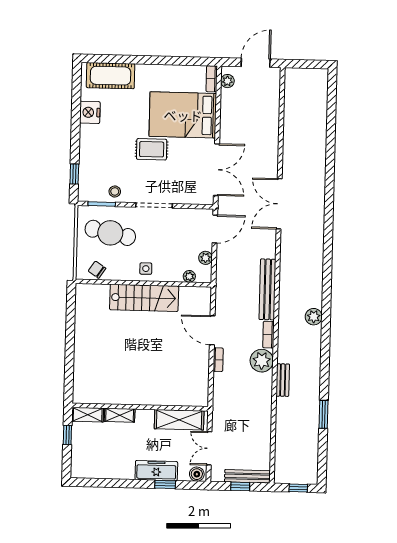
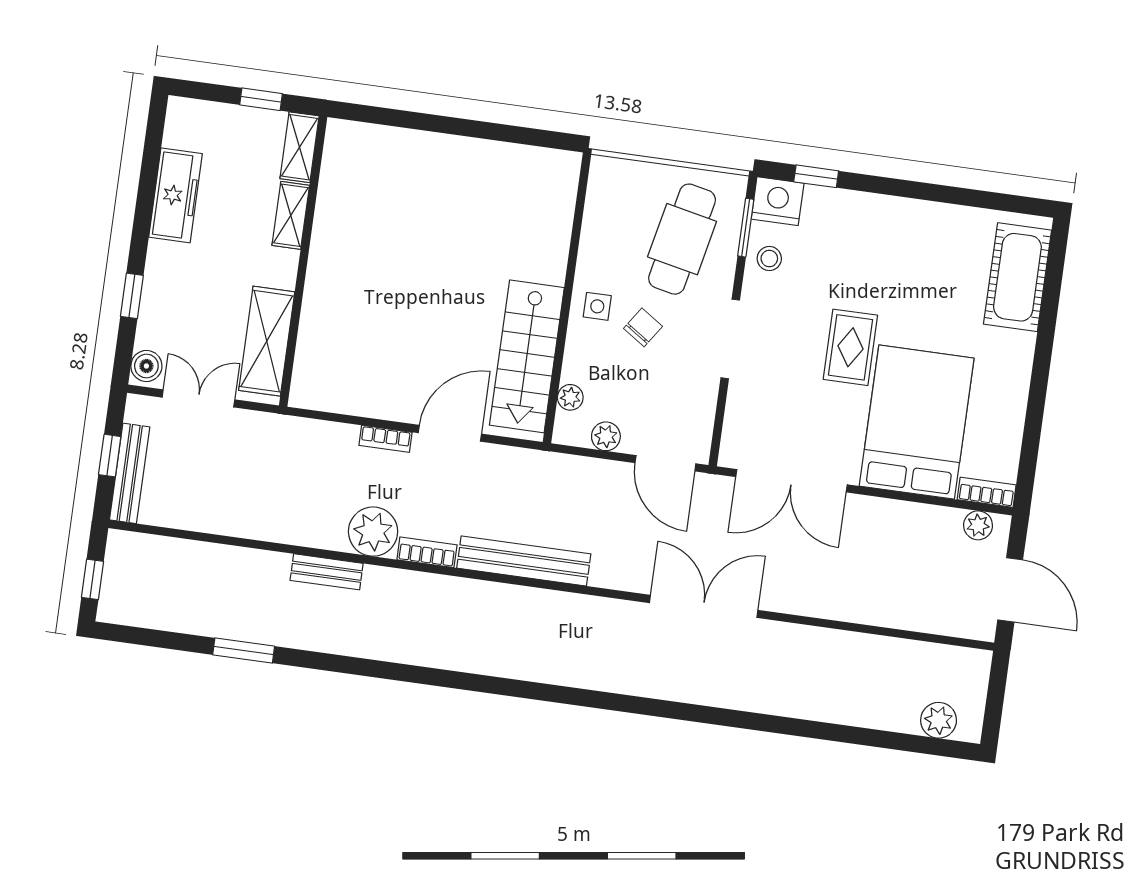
nightstand: (90, 112) -> (778, 201), moved
chair: (97, 270) -> (643, 327), moved
stairs: (144, 298) -> (527, 356), moved
plant: (314, 317) -> (939, 720), moved
freezer: (156, 471) -> (176, 195), moved

